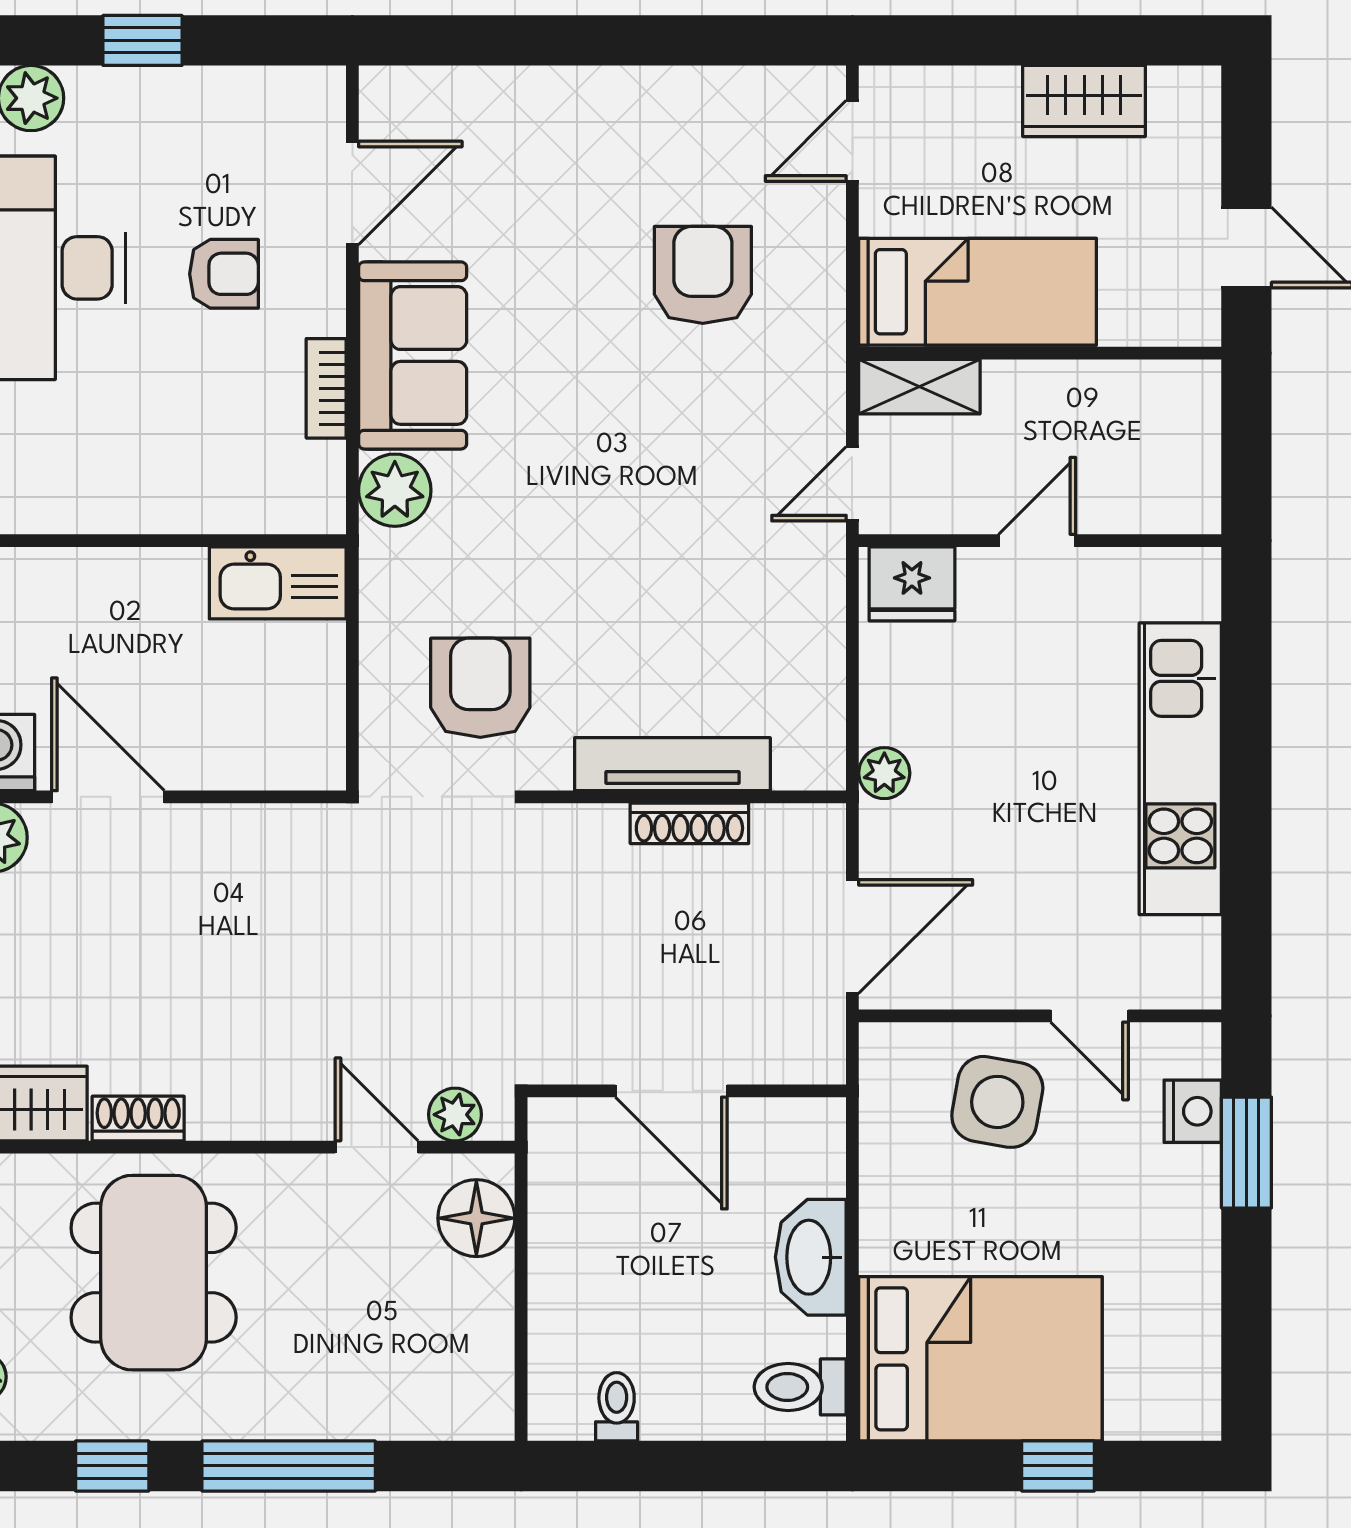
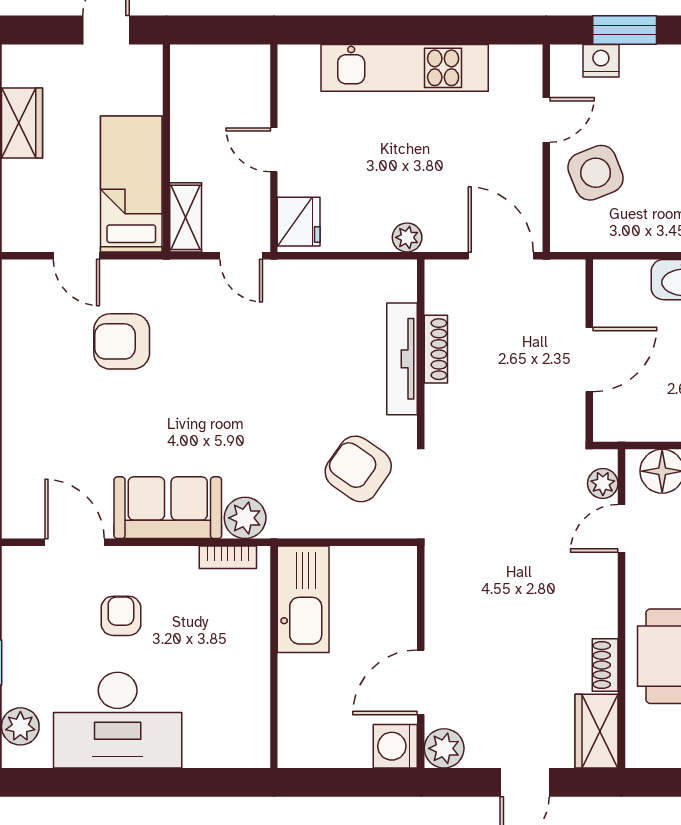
door: (852, 141) -> (76, 256), moved
bookcase: (326, 388) -> (228, 557), moved
kitchen sink: (278, 583) -> (303, 599), width x1.36, depth x1.24
armchair: (480, 688) -> (358, 469), turned 35
side table: (997, 1102) -> (596, 173), turned -32

